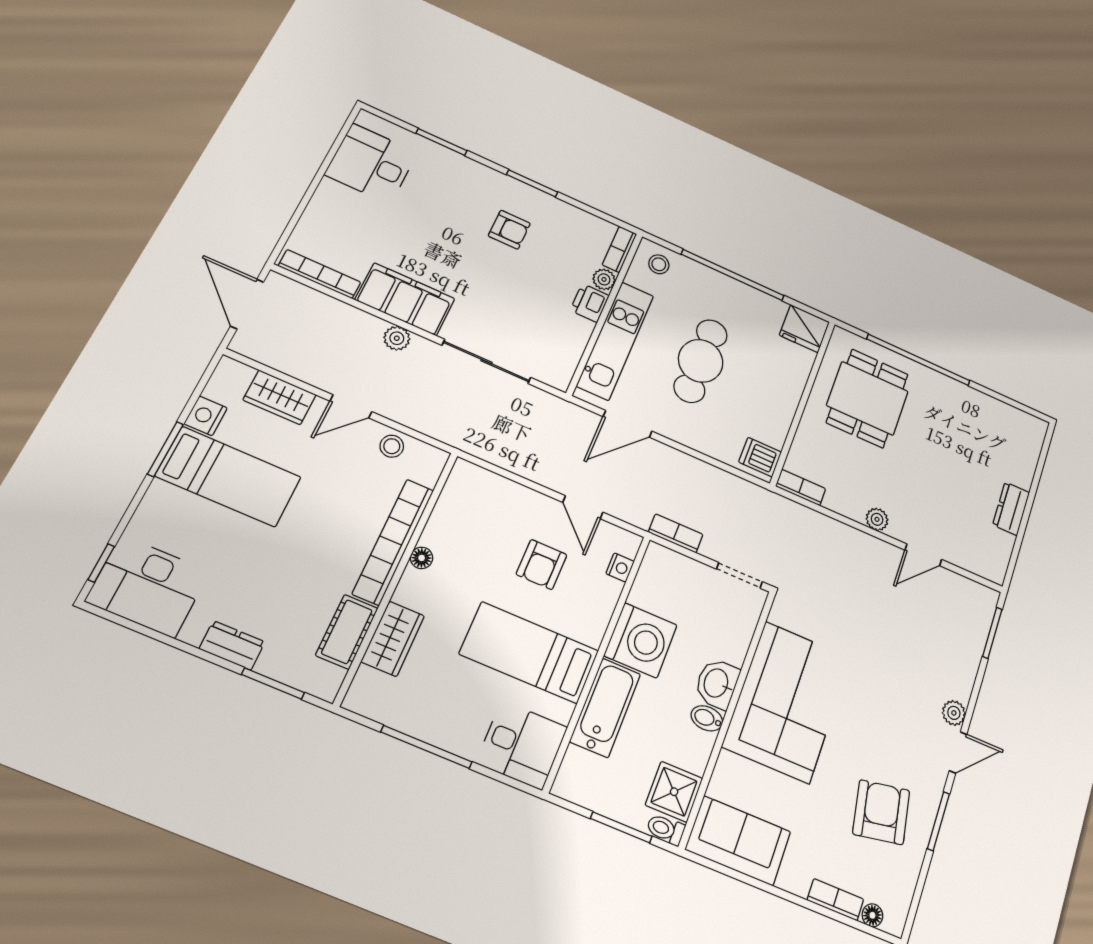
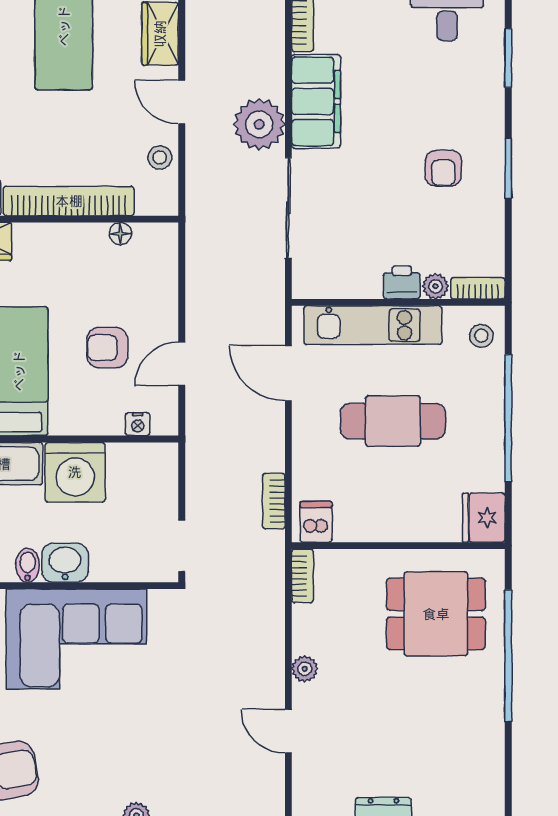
plant: (397, 338) -> (259, 124), width x1.88, depth x1.88
bookcase: (676, 533) -> (274, 501), moved, turned 180
floor lamp: (422, 558) -> (120, 234), moved

